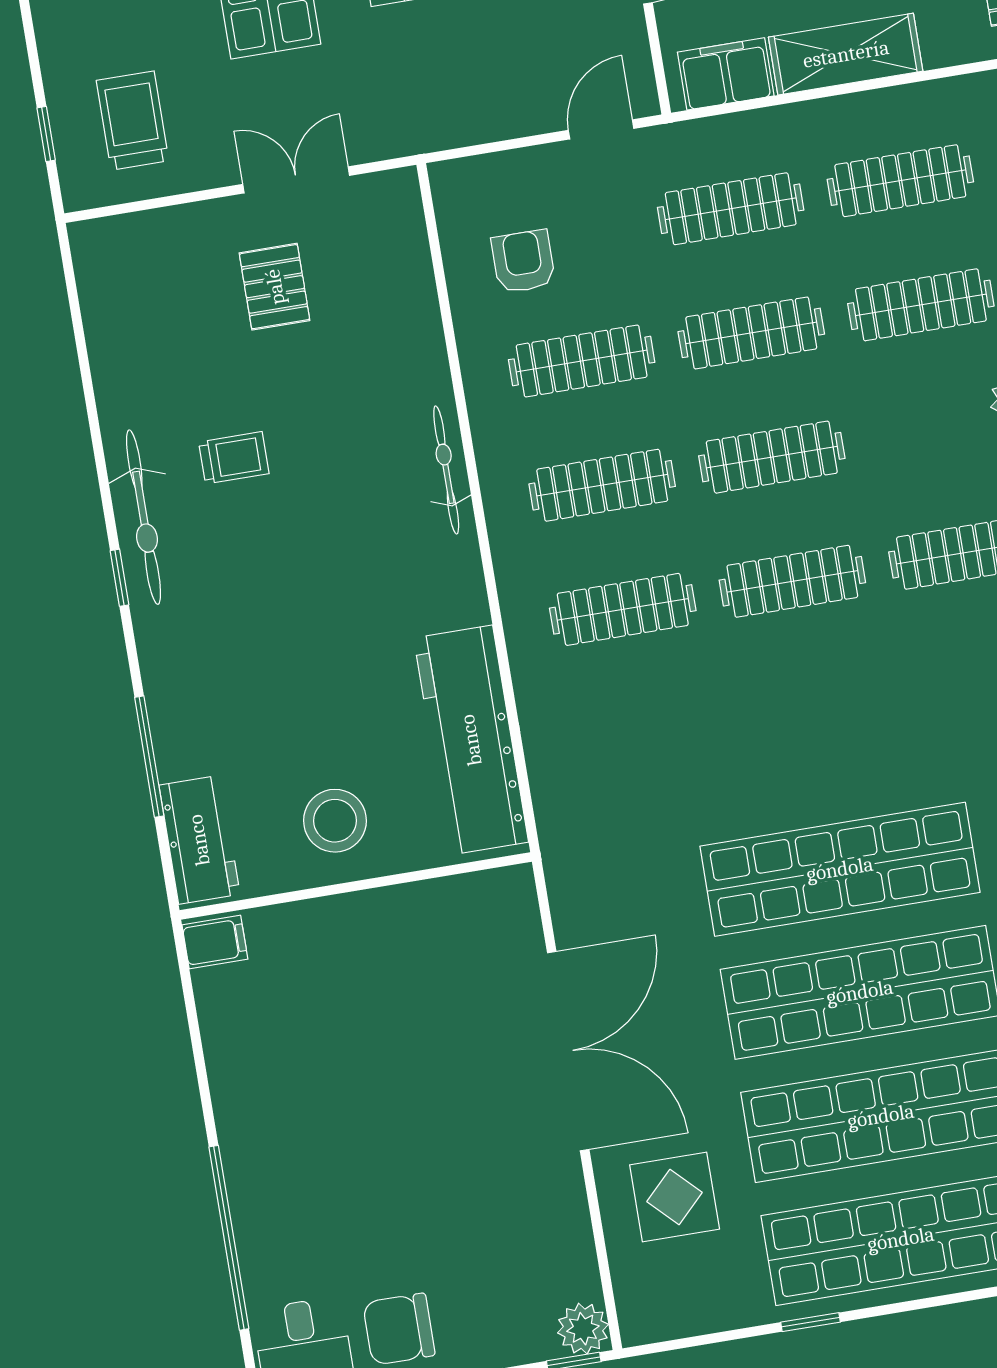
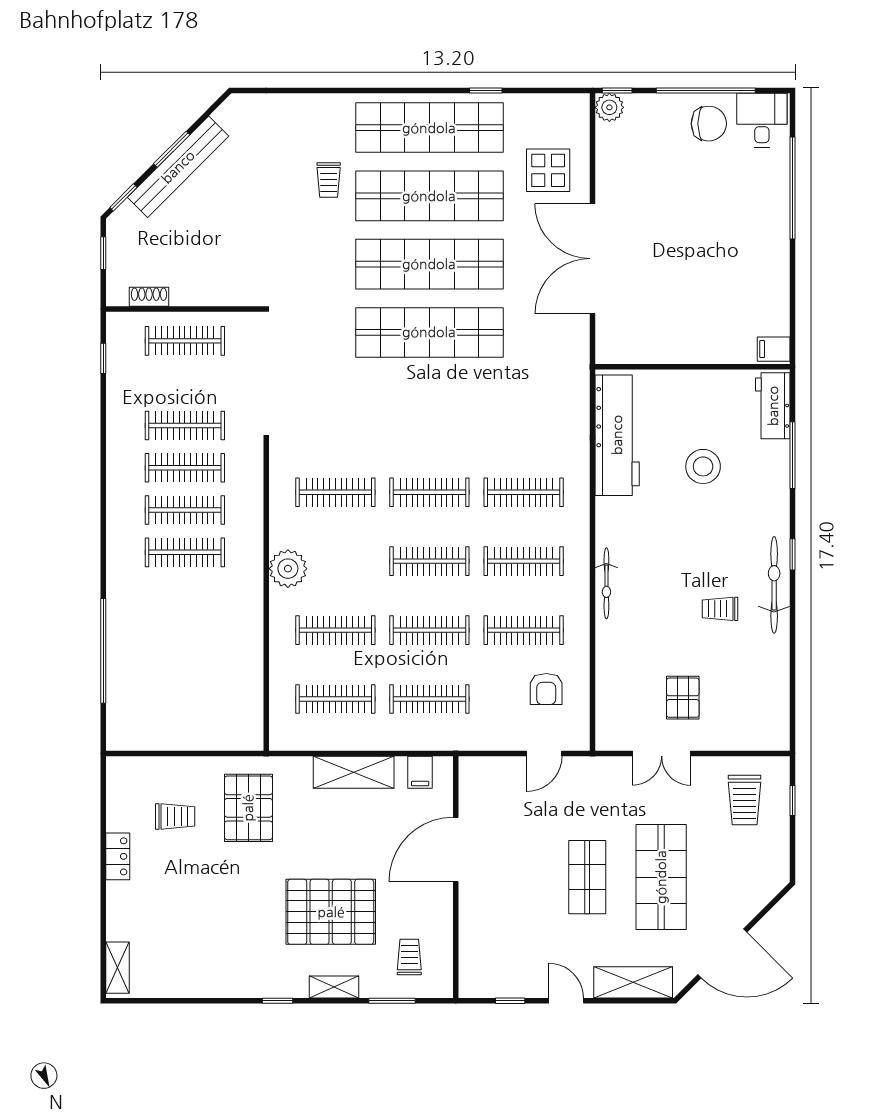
filing cabinet: (726, 74) -> (420, 772), width x0.50
door: (601, 129) -> (544, 753), moved
stool: (335, 821) -> (703, 466), moved

